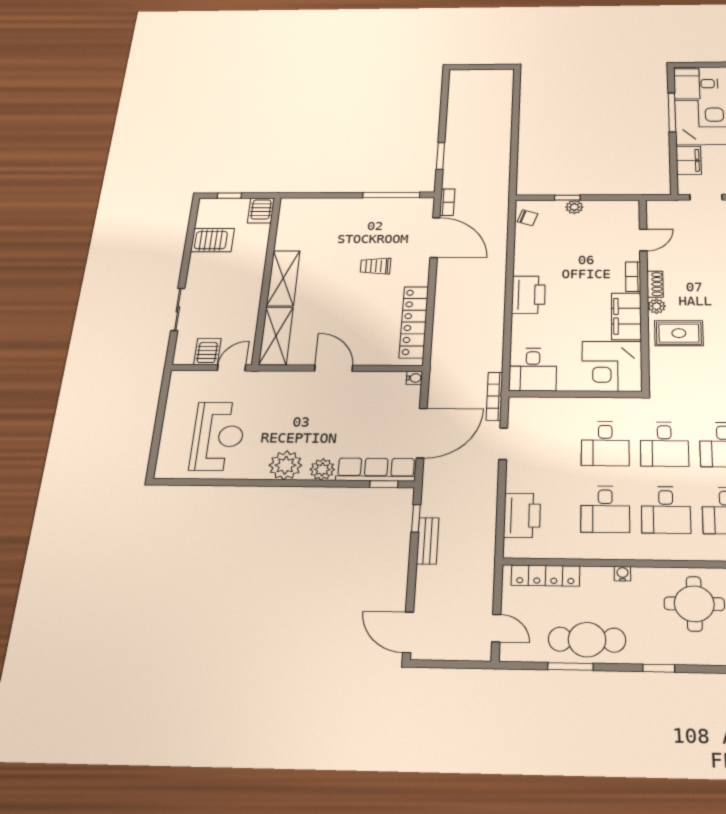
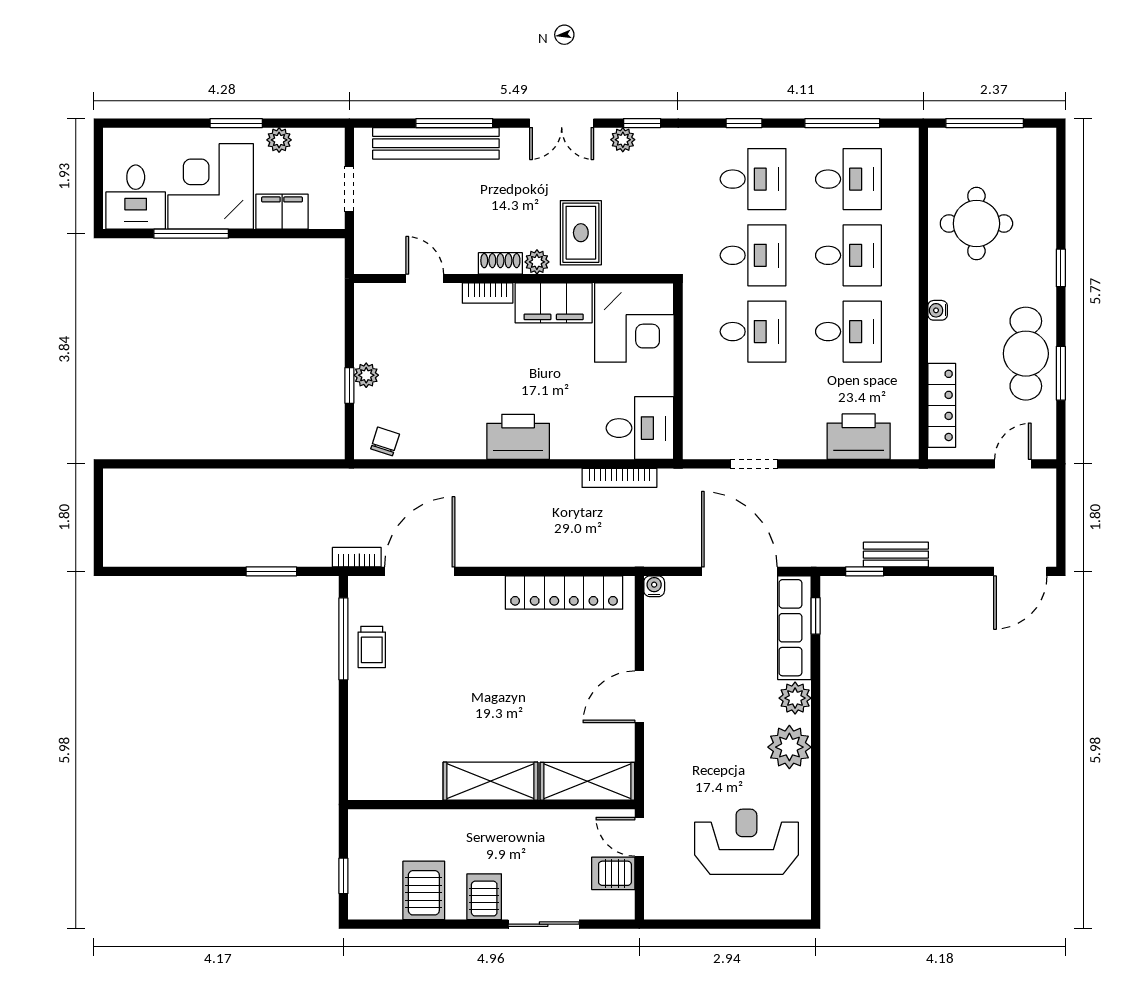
server rack: (261, 211) -> (484, 897), moved, turned -90
trolley: (375, 266) -> (372, 647), moved
bookcase: (494, 396) -> (619, 478), moved

